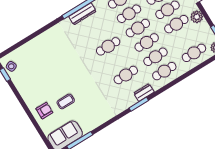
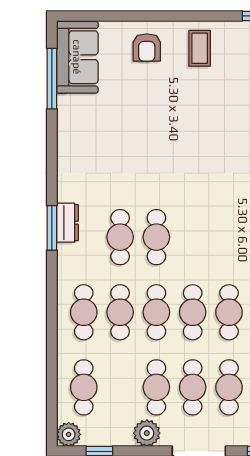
cafe table: (108, 46) -> (156, 237), moved
dresser: (144, 93) -> (67, 223), moved
coffee table: (66, 101) -> (200, 48), moved

